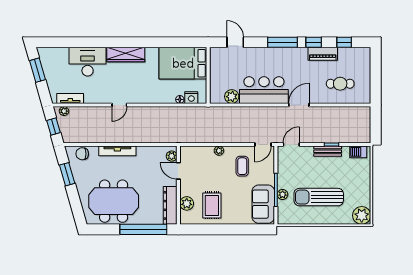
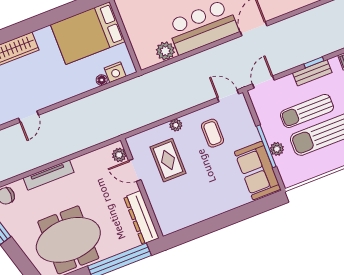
door: (263, 144) -> (228, 96), swing flipped
sun lounger: (314, 176) -> (307, 111), added
plant: (187, 203) -> (161, 207), removed
rug: (212, 205) -> (168, 160), moved

